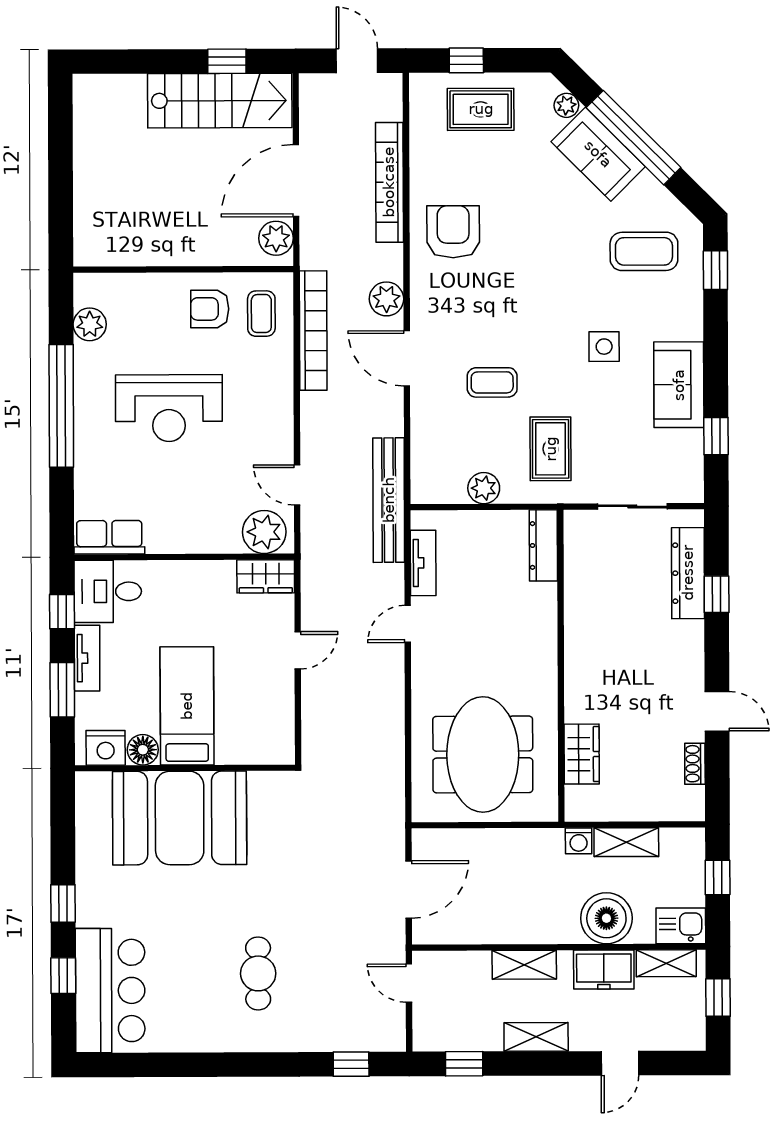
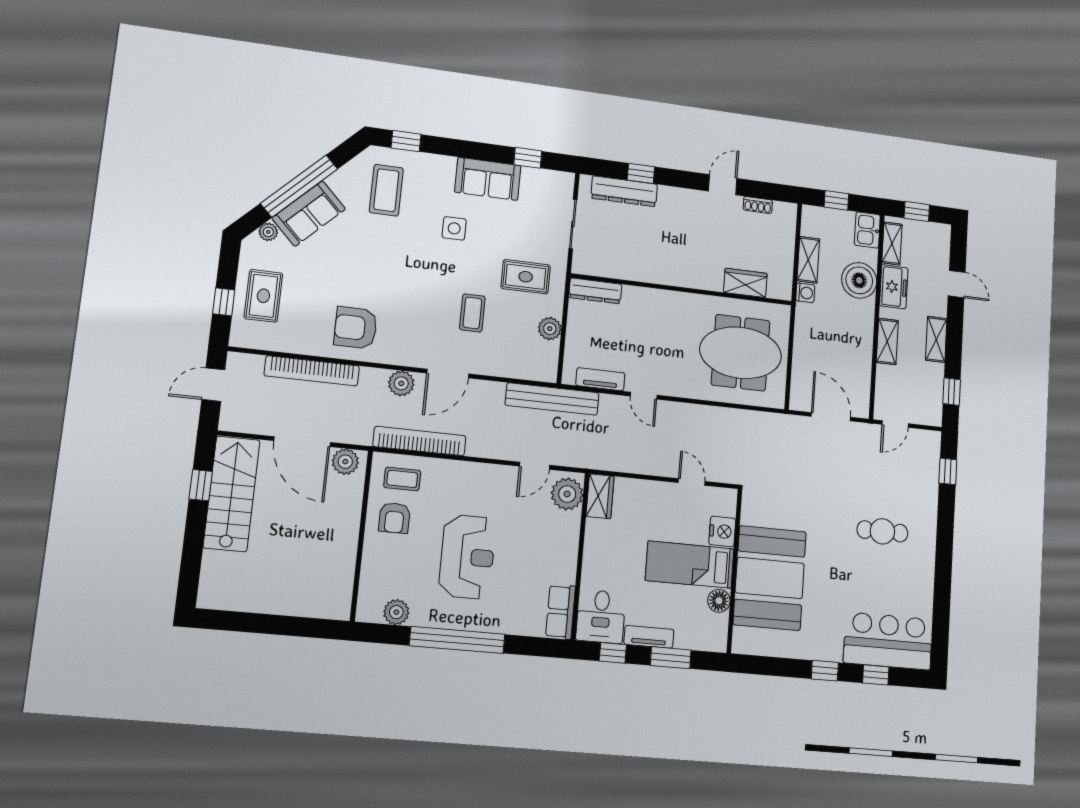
door: (298, 650) -> (692, 482), moved
nightstand: (106, 748) -> (722, 531), moved

